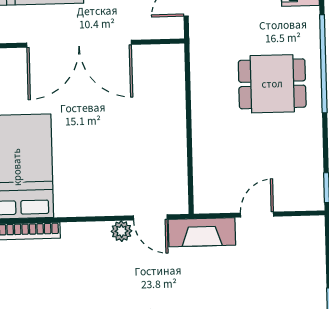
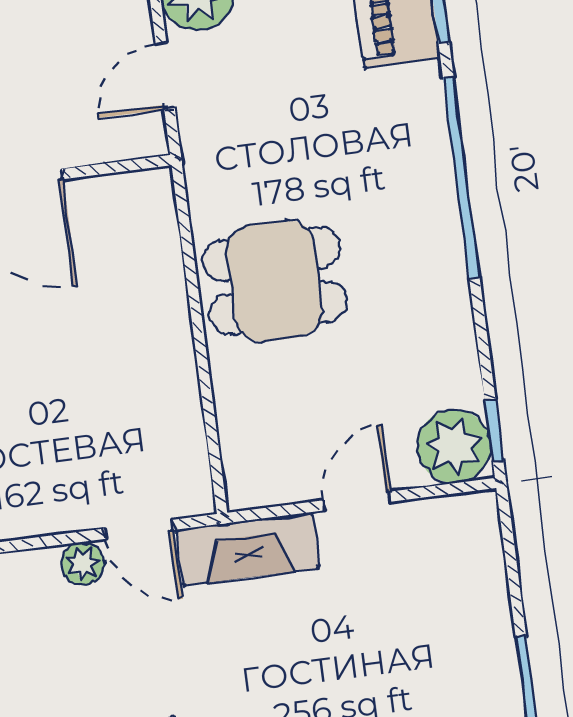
dining table: (272, 84) -> (275, 281), moved
plant: (306, 193) -> (454, 446), added

